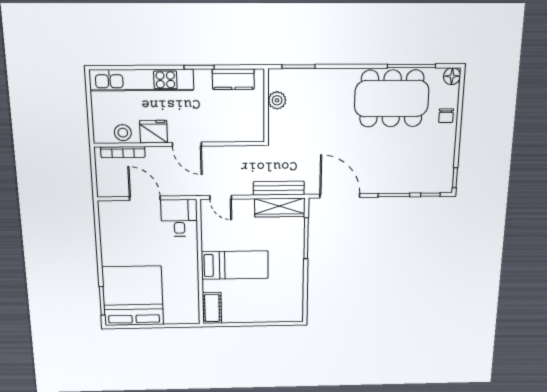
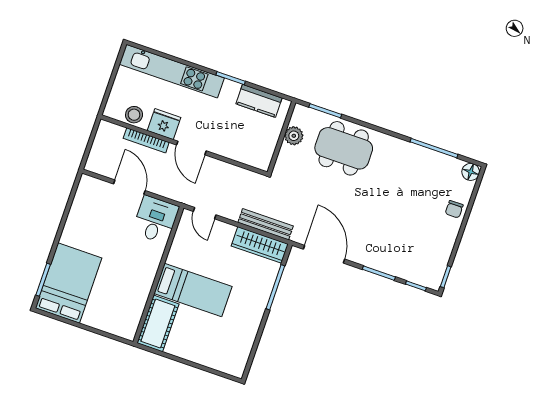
dining table: (392, 99) -> (344, 148), moved, width x0.73, depth x0.80
bookcase: (123, 152) -> (146, 140), moved
bed: (133, 296) -> (69, 283), width x0.73
cot: (212, 308) -> (158, 323), width x1.37, depth x1.34

